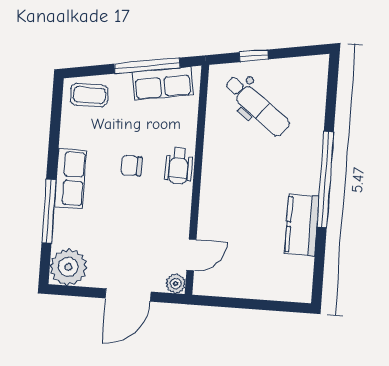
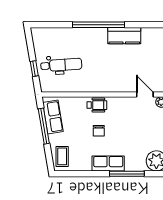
dental chair: (257, 106) -> (61, 65), turned 48

